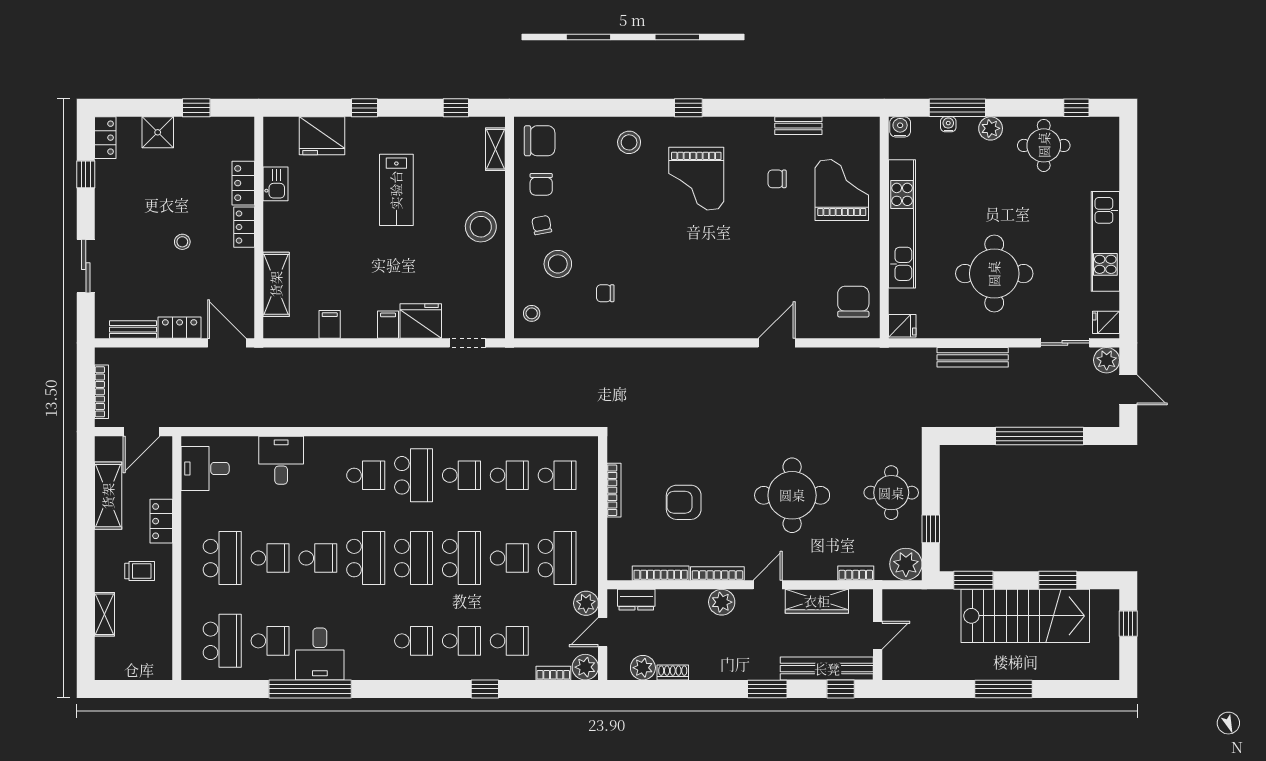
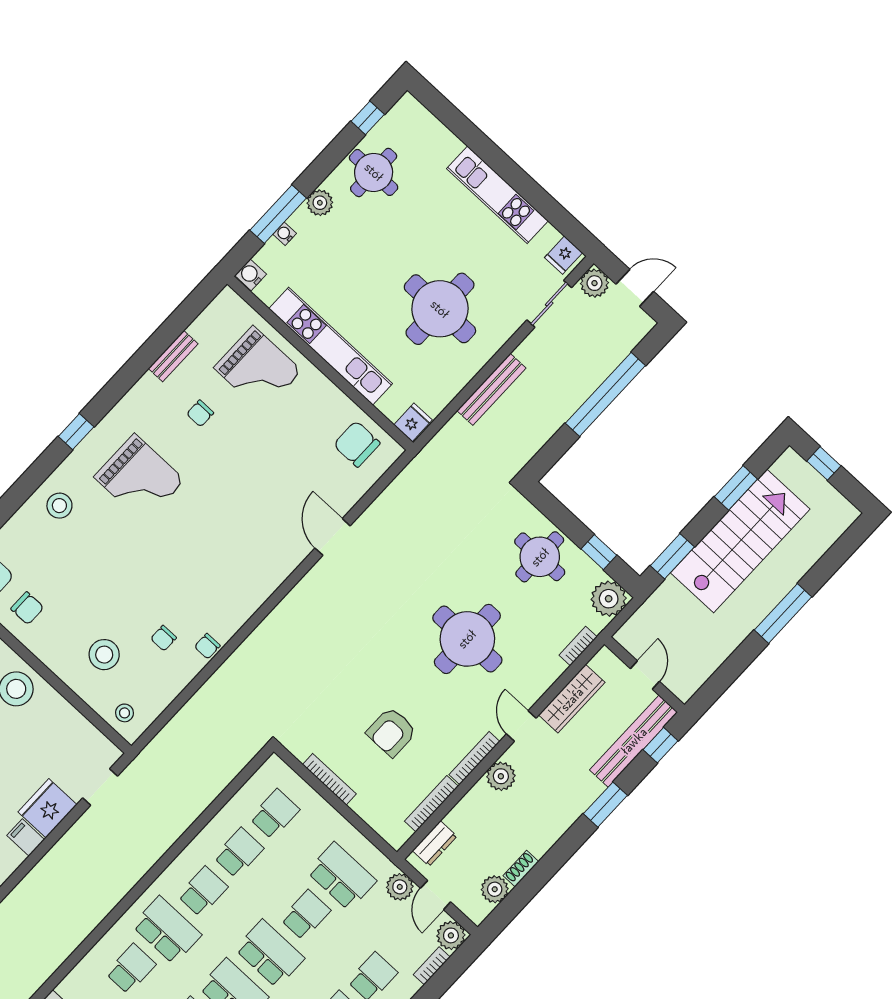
grand piano: (842, 190) -> (258, 369), turned 180
chair: (542, 225) -> (207, 646), moved, turned -79

